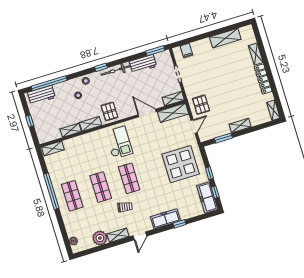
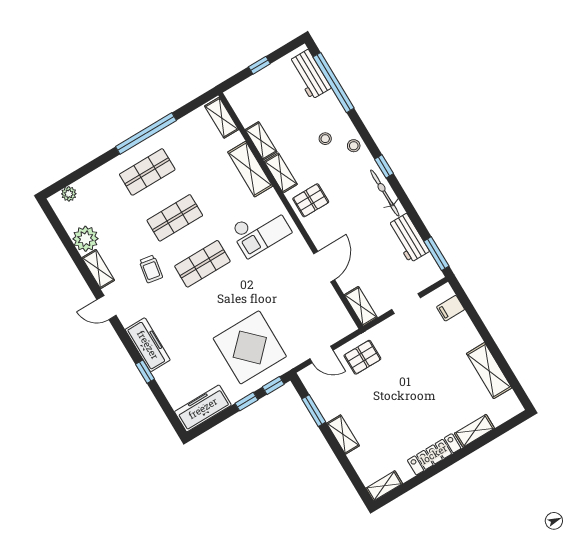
shelving: (173, 113) -> (250, 169), moved
window: (215, 192) -> (273, 385), moved

